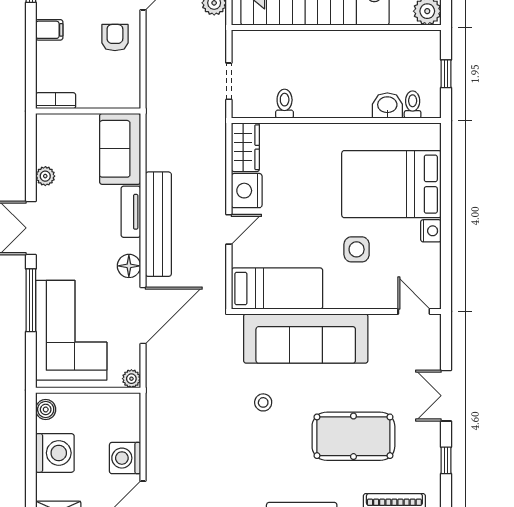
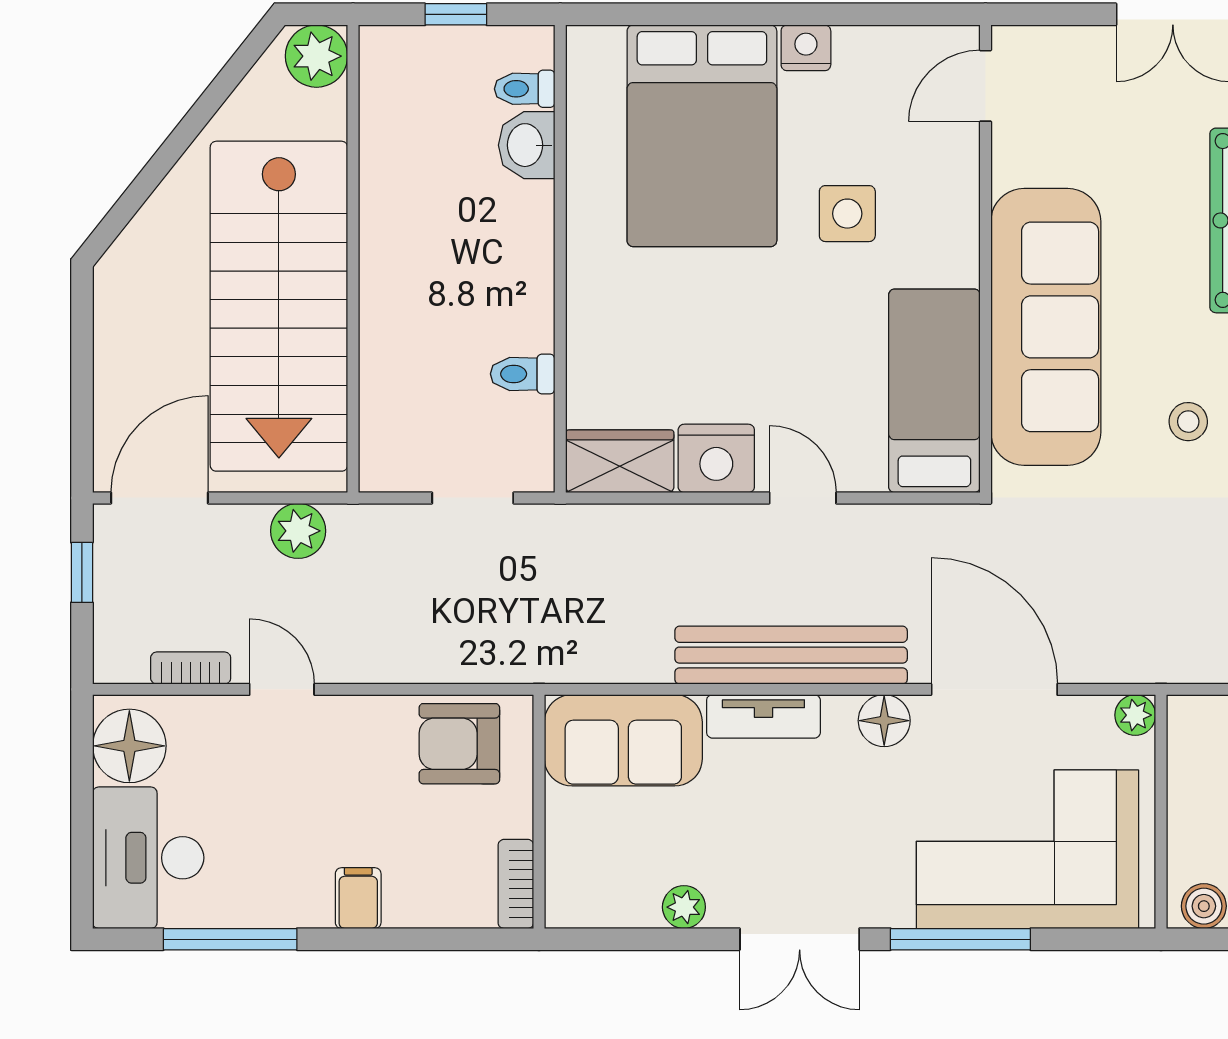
armchair: (115, 38) -> (459, 744), moved, width x1.38, depth x1.38

